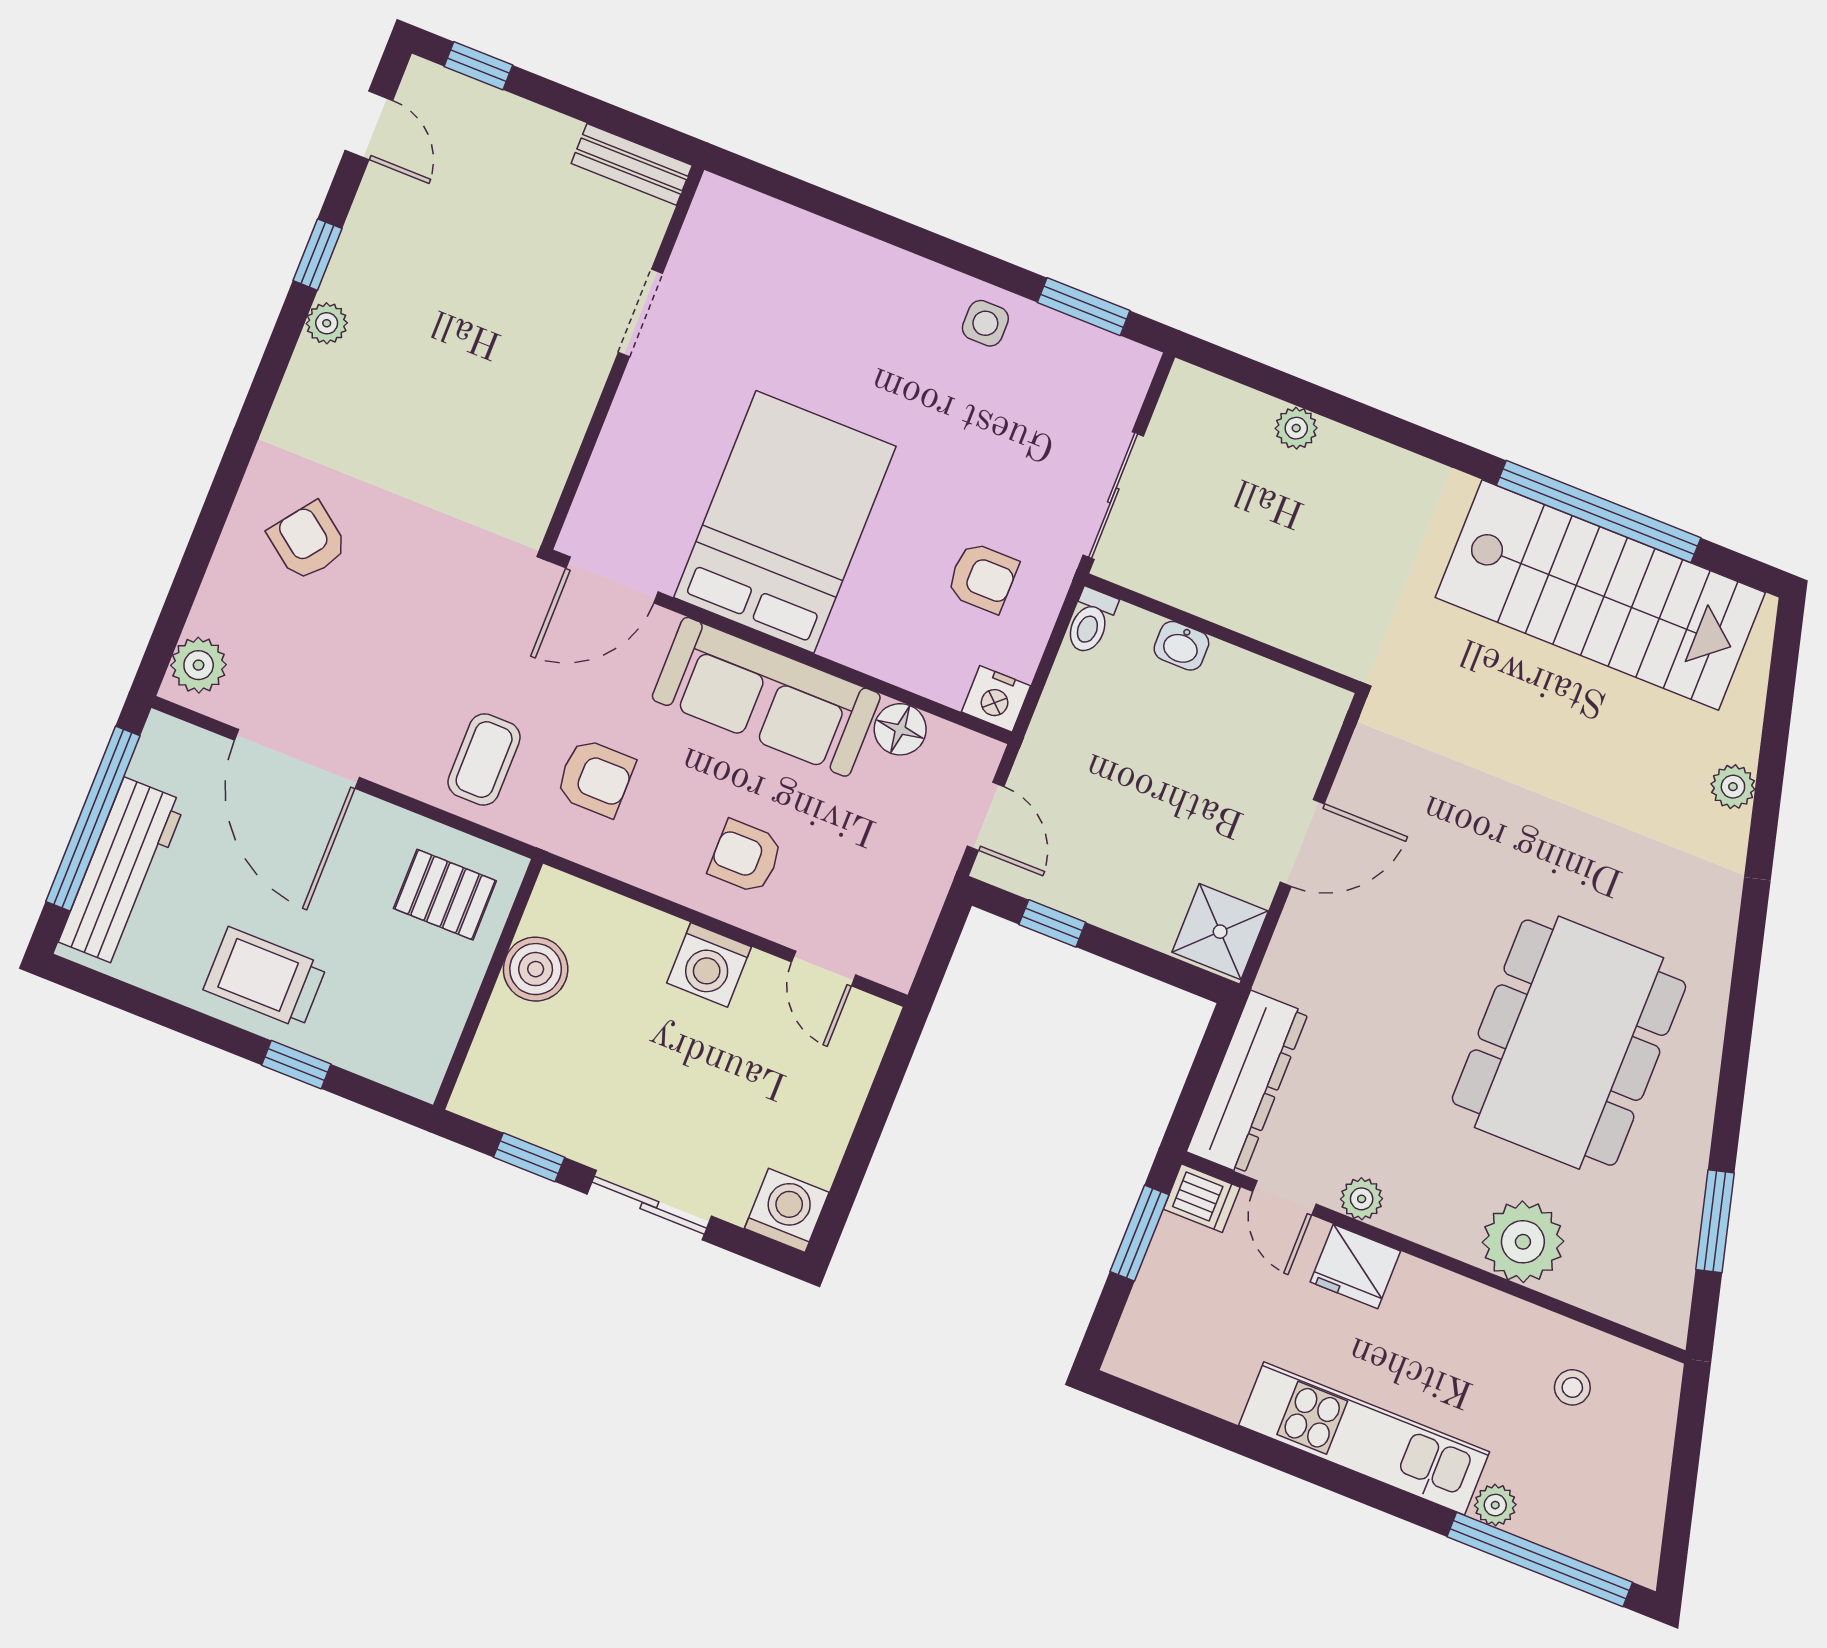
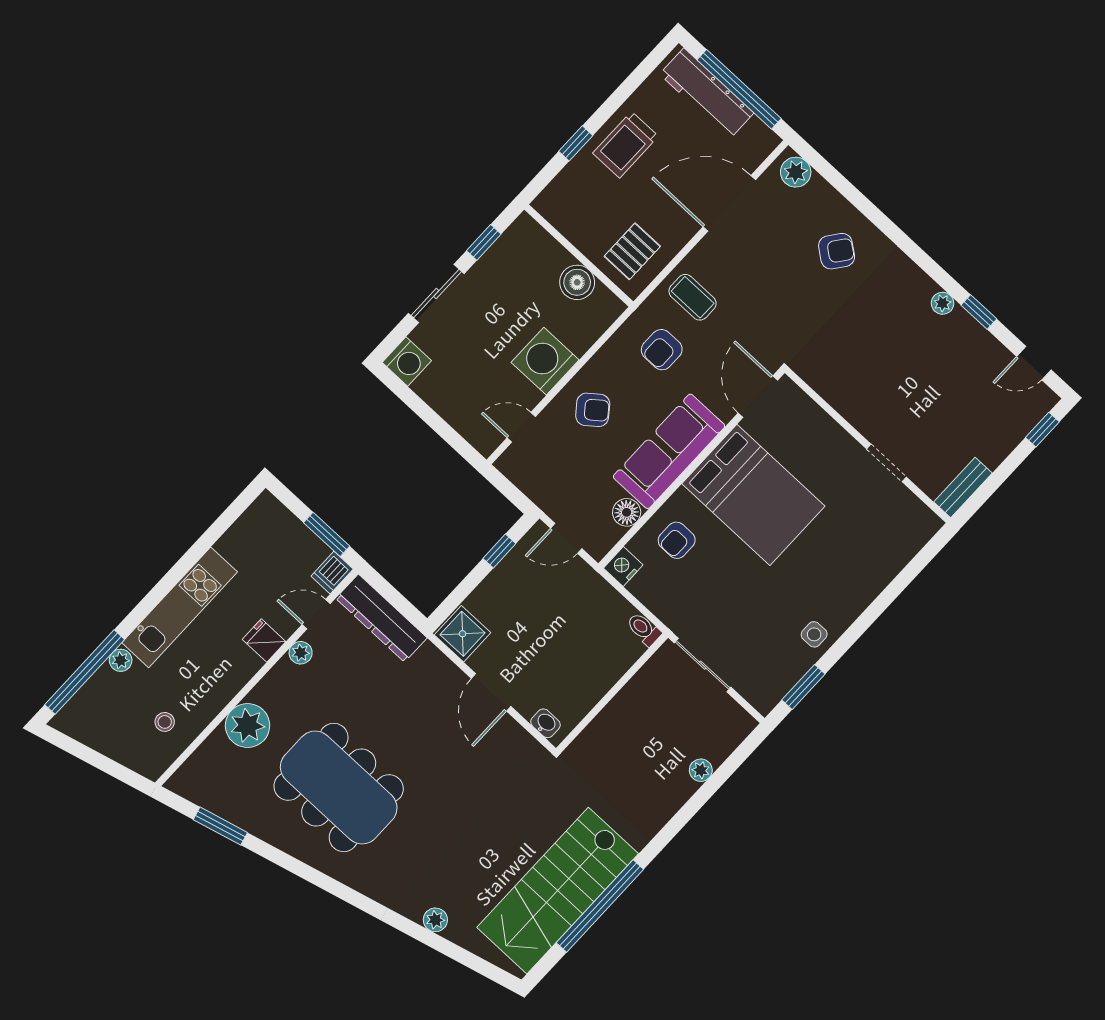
armchair: (982, 578) -> (677, 540), moved
washbasin: (1181, 646) -> (545, 723), moved, turned 90
armchair: (746, 857) -> (593, 410), turned 52
washing machine: (709, 965) -> (545, 361), width x1.37, depth x1.37
trolley: (265, 978) -> (626, 145), turned 180
fridge: (1355, 1267) -> (264, 640), width x0.72

